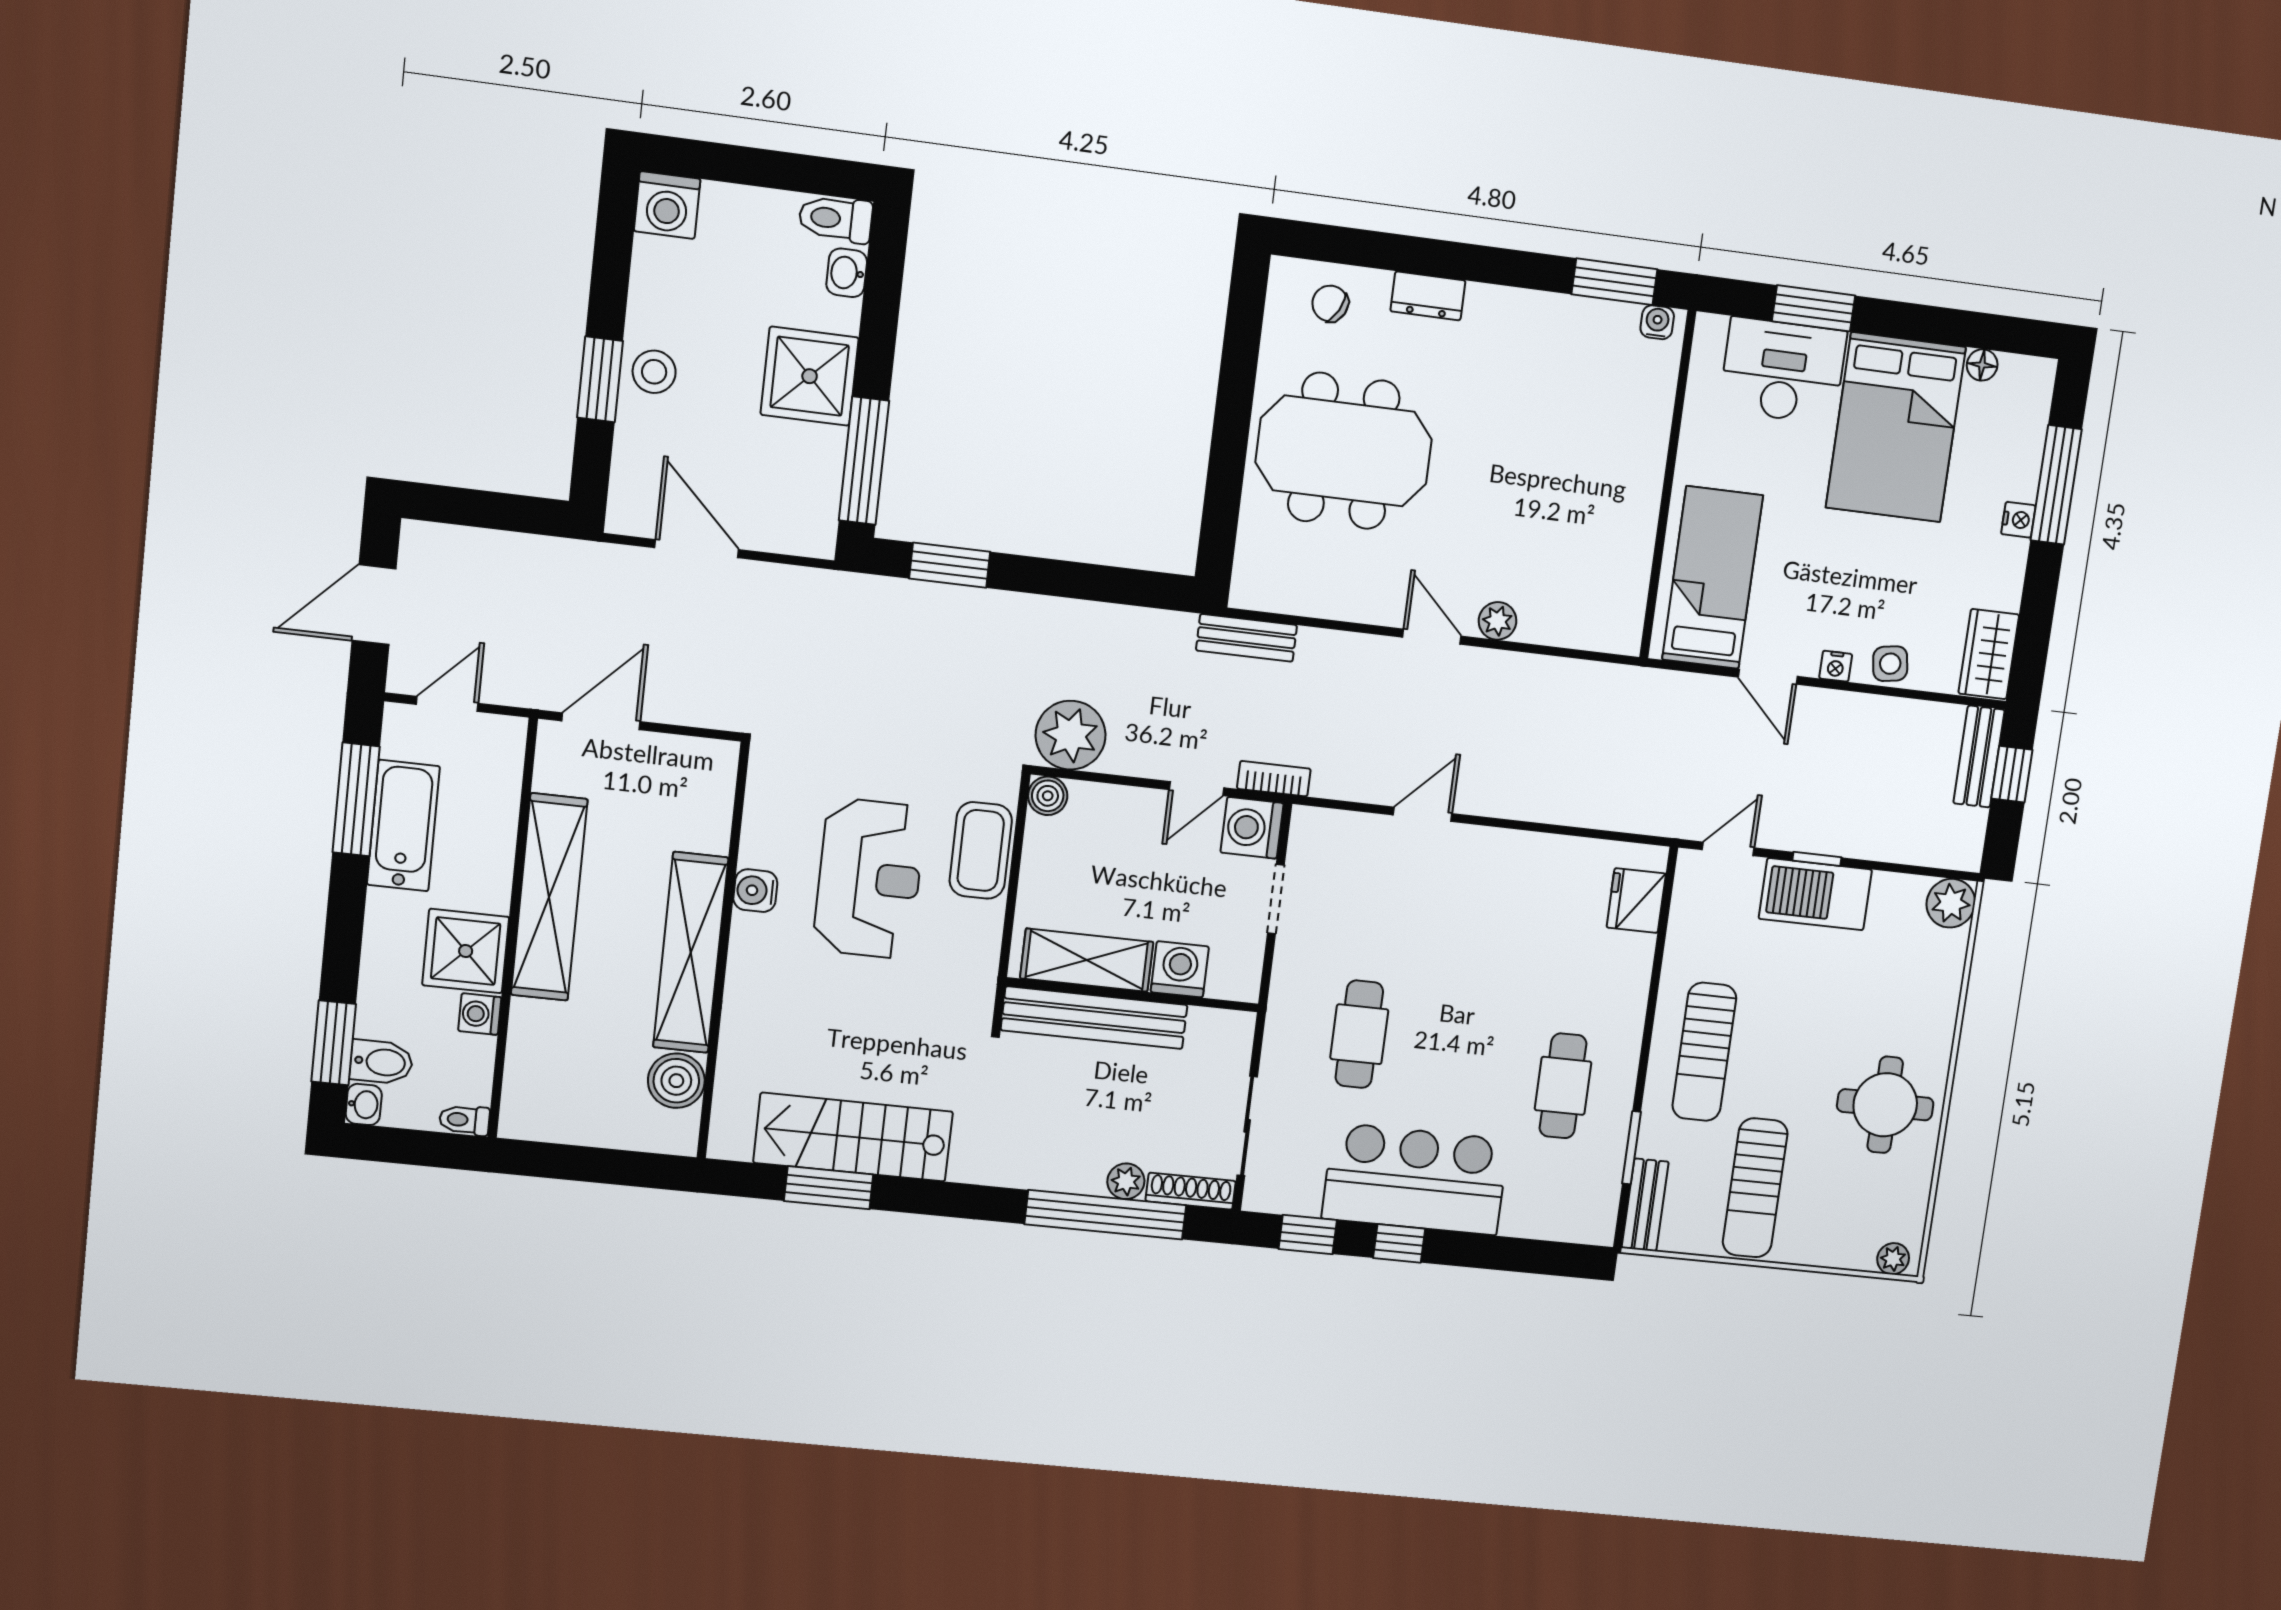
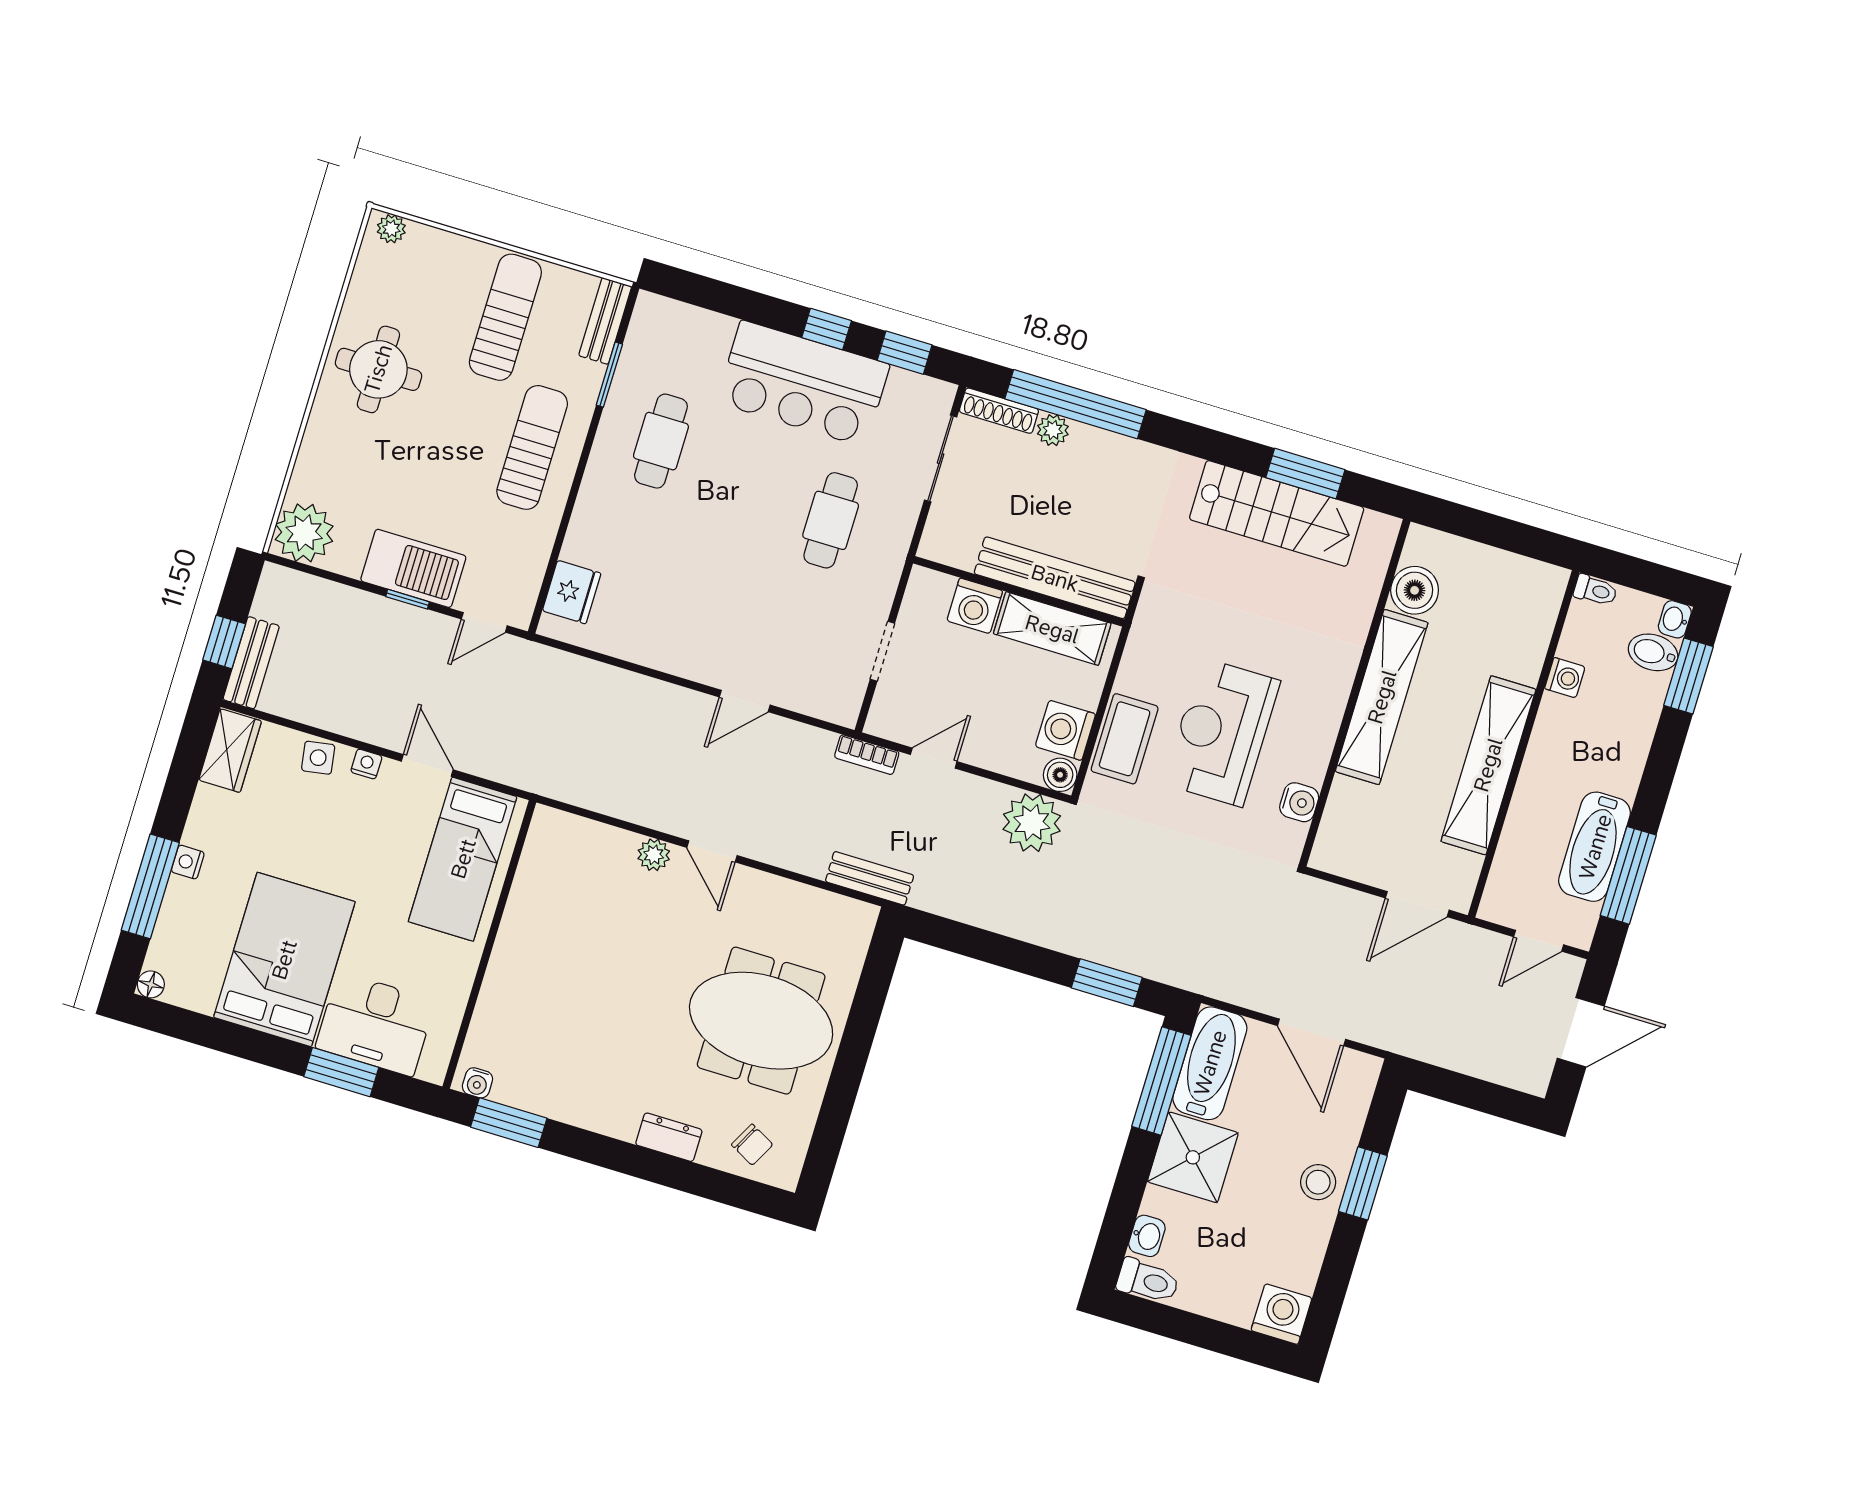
floor lamp: (1982, 365) -> (151, 984), moved
bathtub: (810, 491) -> (1210, 1063), added
washing machine: (1252, 828) -> (1065, 730), moved, turned 180
water cooler: (755, 891) -> (1299, 802), moved
plant: (1951, 903) -> (304, 533), width x1.36, depth x1.36
shower: (466, 951) -> (1566, 733), removed

